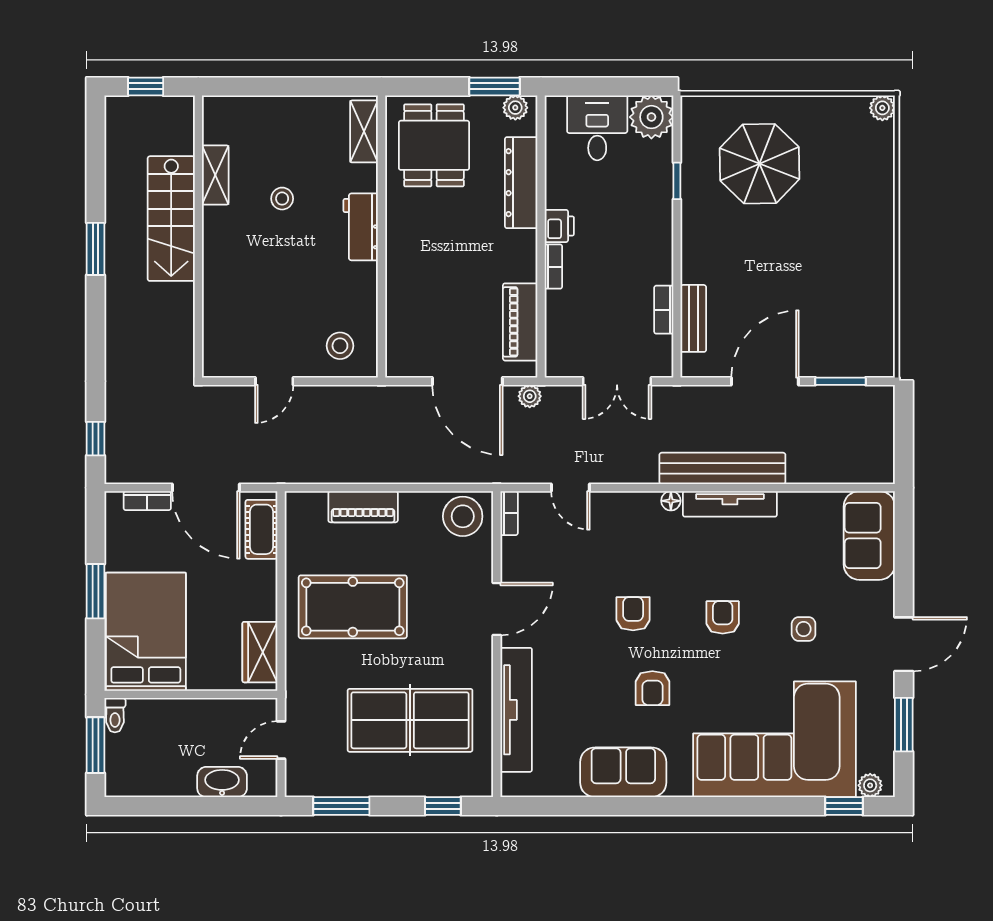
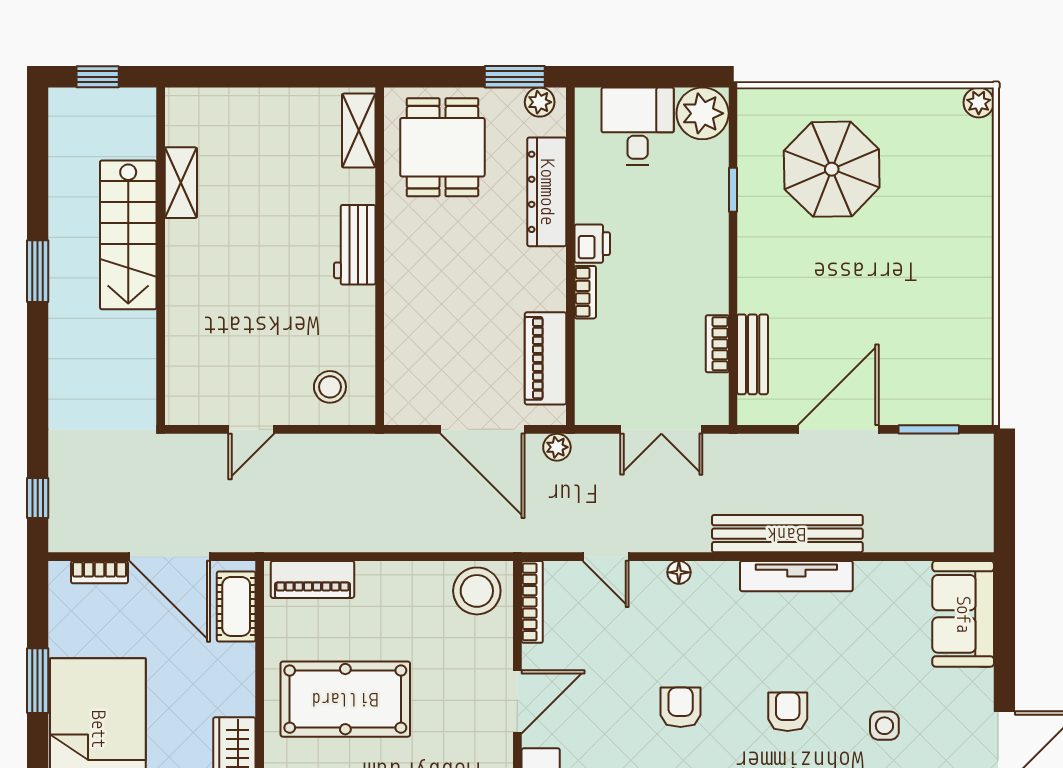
stool: (282, 199) -> (261, 211), removed
floor lamp: (671, 501) -> (679, 572), moved
piano: (363, 507) -> (312, 579), moved
bookcase: (509, 513) -> (532, 602), width x1.56

